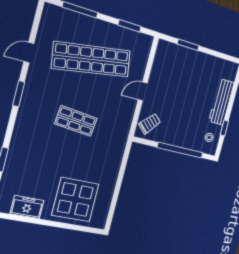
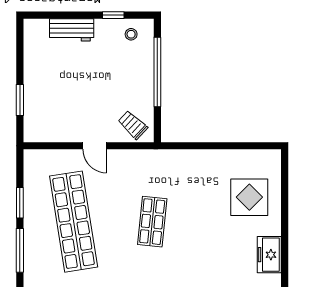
window: (130, 26) -> (20, 203), moved
workbench: (222, 102) -> (72, 30), width x0.73
display table: (75, 200) -> (249, 197), width x0.73, depth x0.73

